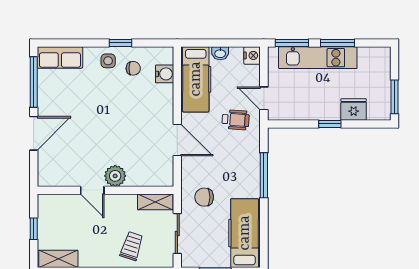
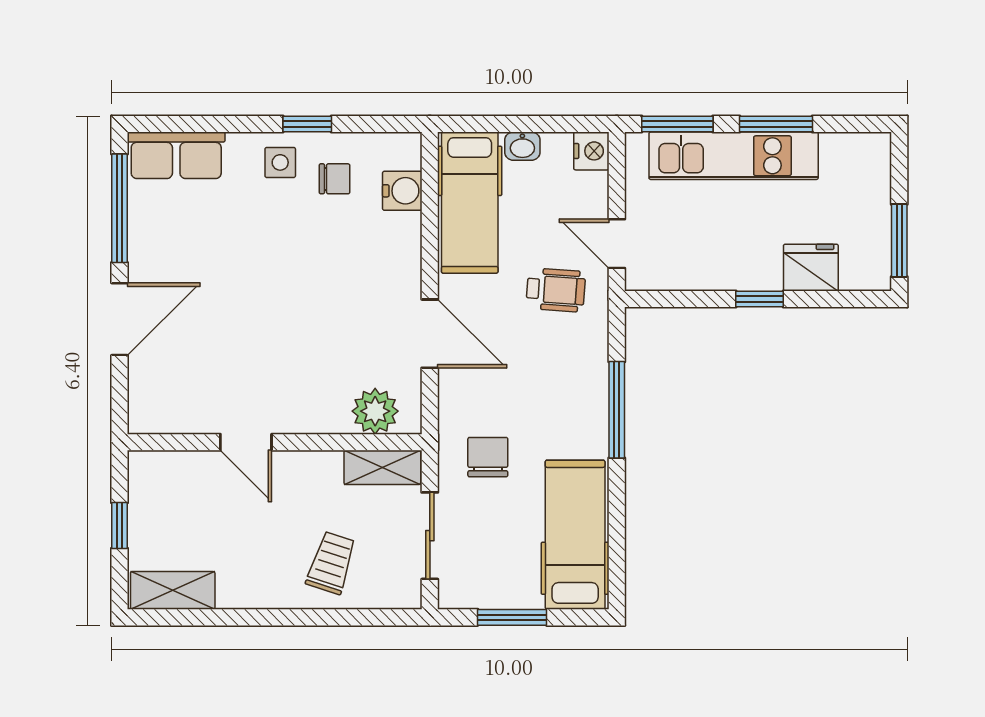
plant: (115, 176) -> (375, 411), moved
chair: (204, 197) -> (488, 457), turned 90

